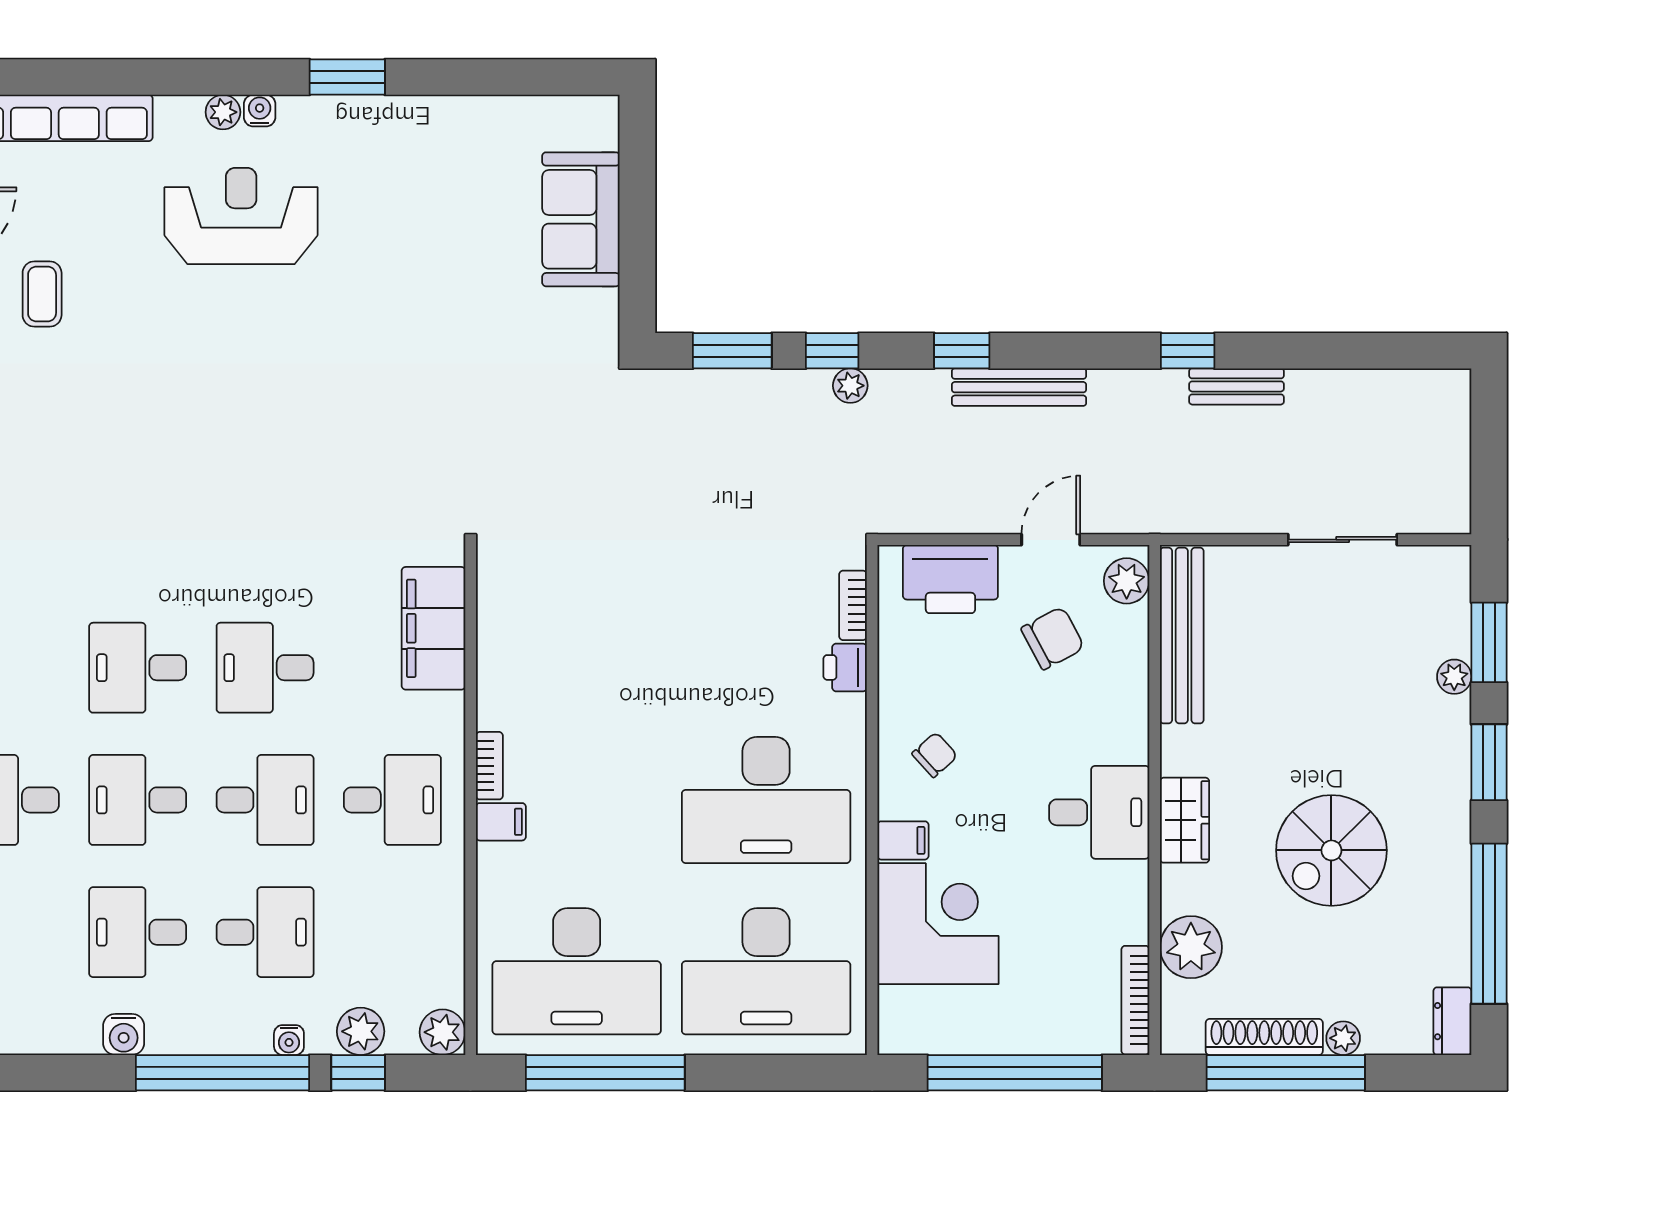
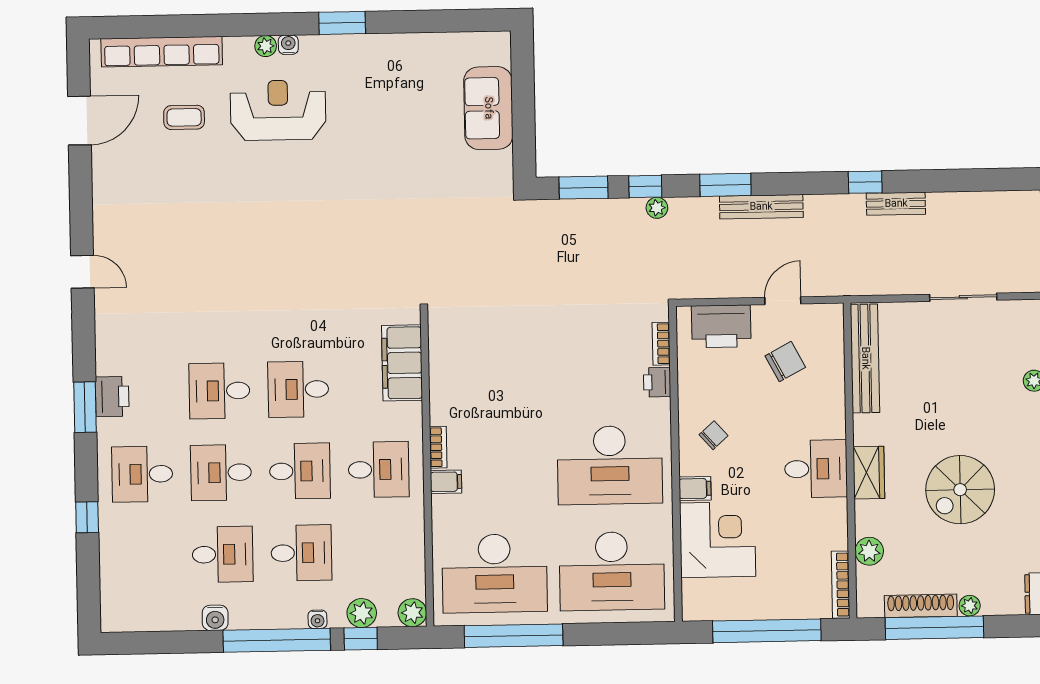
coffee table: (42, 294) -> (184, 117), moved, turned 90
window: (962, 351) -> (725, 185), width x1.50
plant: (1127, 581) -> (830, 325), removed
desk: (138, 932) -> (223, 554), turned 180
plant: (1191, 947) -> (869, 551), width x0.73, depth x0.73

